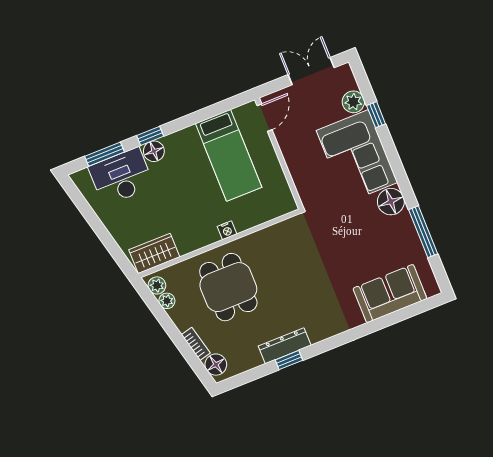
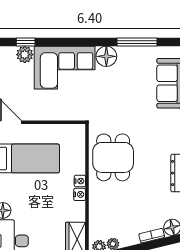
window: (376, 115) -> (26, 42), moved
nightstand: (211, 236) -> (80, 194), added
dining table: (228, 287) -> (113, 157), moved, turned 90

